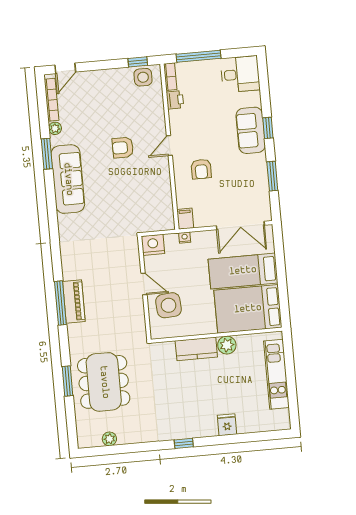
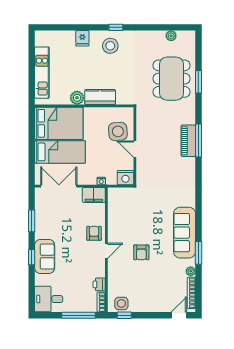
armchair: (123, 148) -> (141, 252), turned 90
armchair: (201, 169) -> (94, 233), moved
filing cabinet: (185, 219) -> (94, 195), width x2.00
stool: (189, 418) -> (110, 46), added

